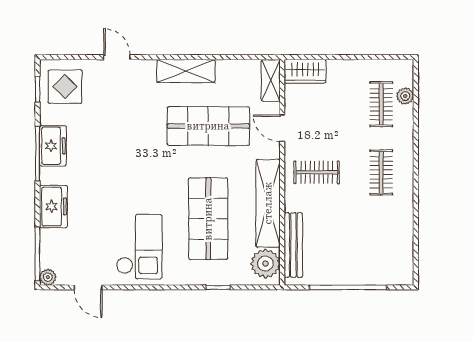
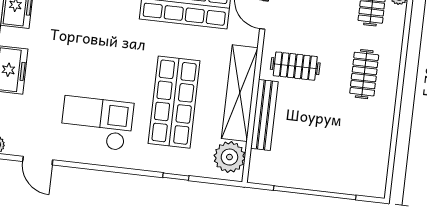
bench: (293, 245) -> (264, 115), moved
checkout: (139, 247) -> (97, 123), turned -90

